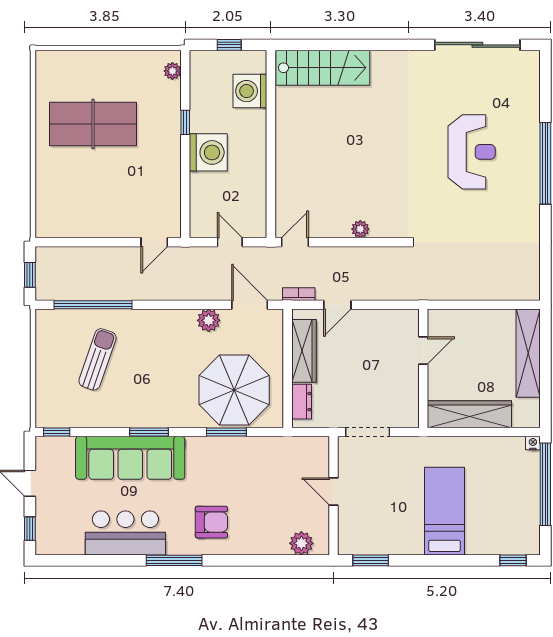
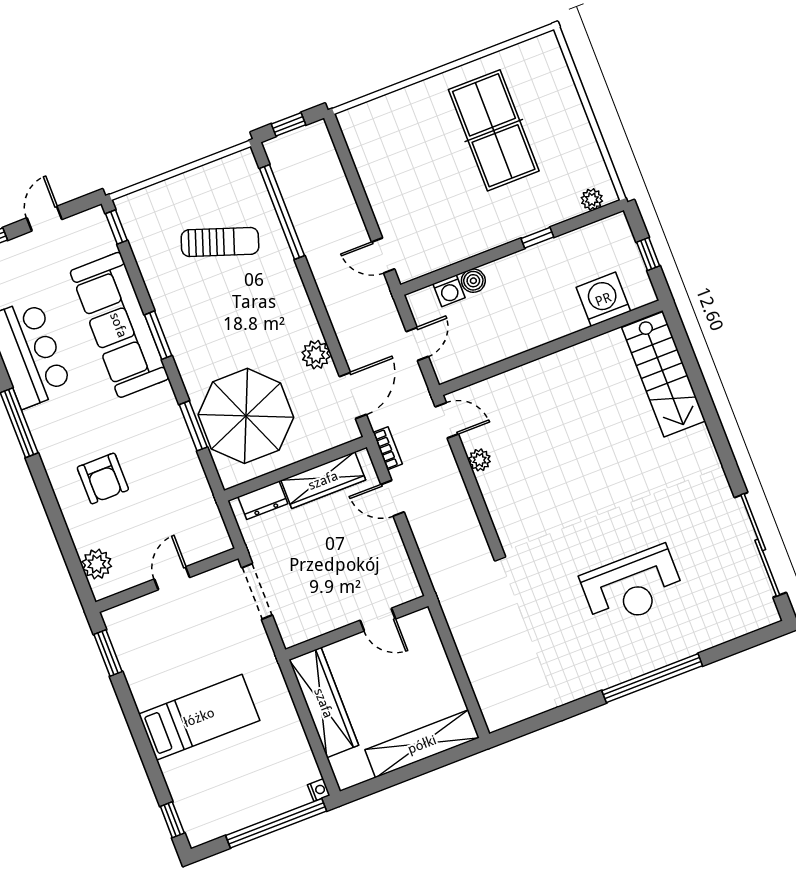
washing machine: (208, 152) -> (449, 291), moved, width x0.53, depth x0.53
boiler: (199, 182) -> (473, 281), added
plant: (360, 229) -> (479, 460), moved
armchair: (211, 522) -> (103, 478), moved

